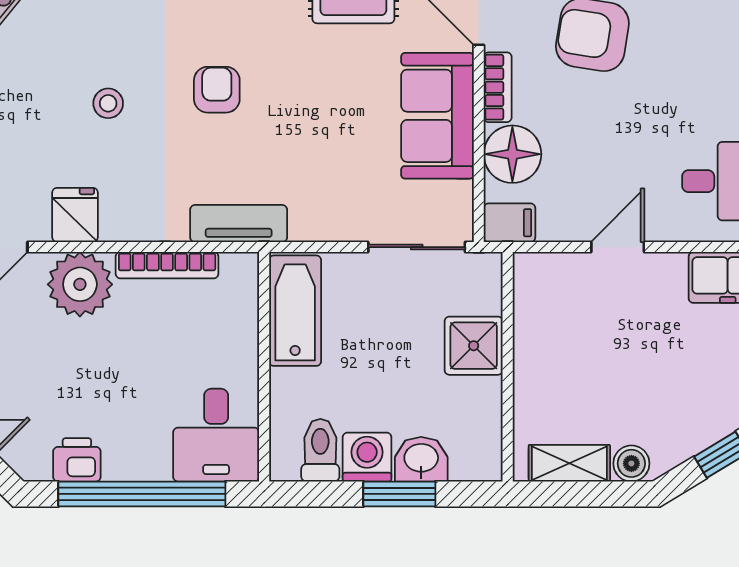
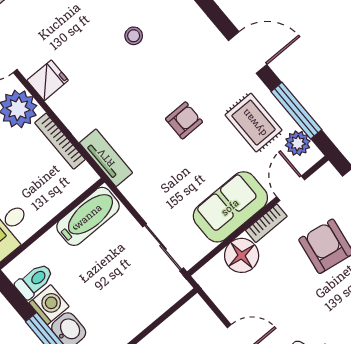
armchair: (217, 90) -> (184, 120), moved
stool: (108, 103) -> (134, 36), moved
filing cabinet: (510, 223) -> (209, 280), removed
shower: (474, 346) -> (140, 311), removed

